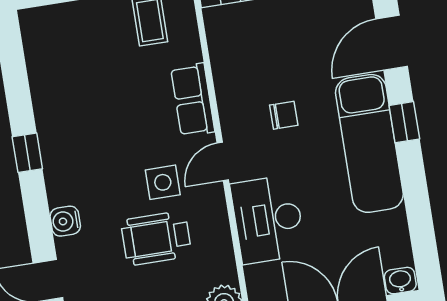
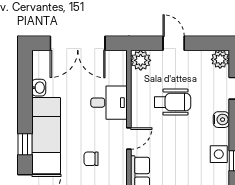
side table: (163, 182) -> (219, 154), moved
desk: (268, 219) -> (109, 103), width x0.73
washbasin: (400, 281) -> (39, 88), moved, turned -90

